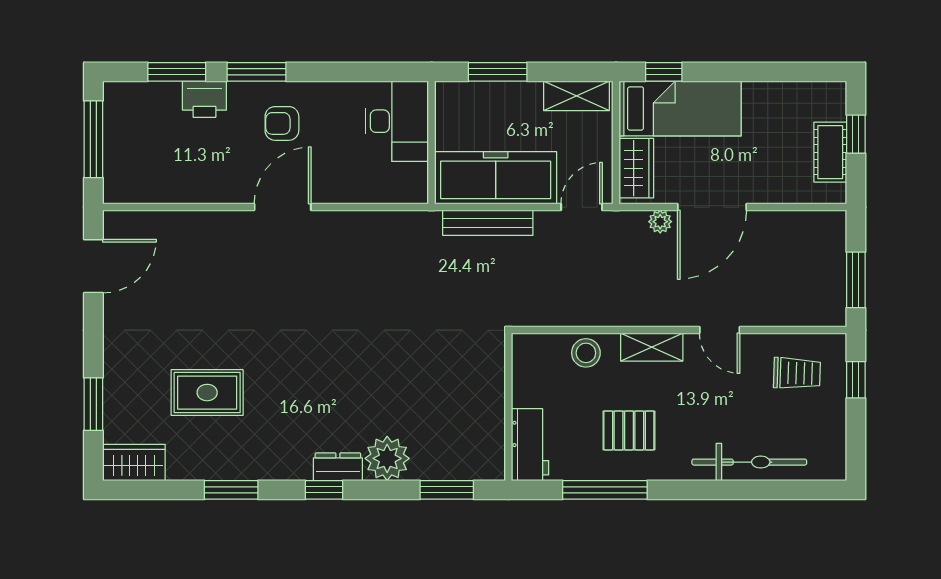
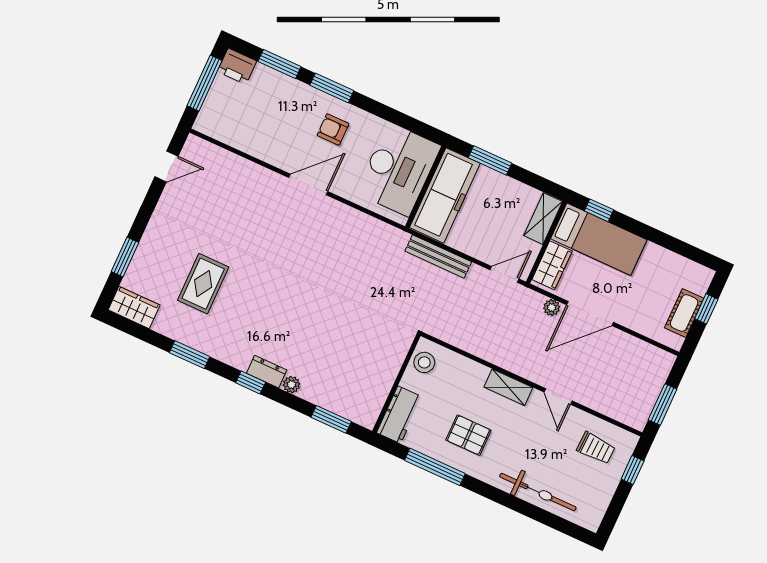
shelving: (576, 96) -> (543, 219), moved, turned 90
printer: (204, 99) -> (237, 66), moved
desk: (397, 121) -> (398, 169), width x1.36, depth x1.30
freezer: (496, 178) -> (445, 195), moved, turned 90
door: (93, 266) -> (166, 166), width x0.73
stool: (586, 353) -> (424, 362), moved
rug: (207, 393) -> (203, 284), turned 90
plant: (387, 458) -> (291, 385), width x0.53, depth x0.53

